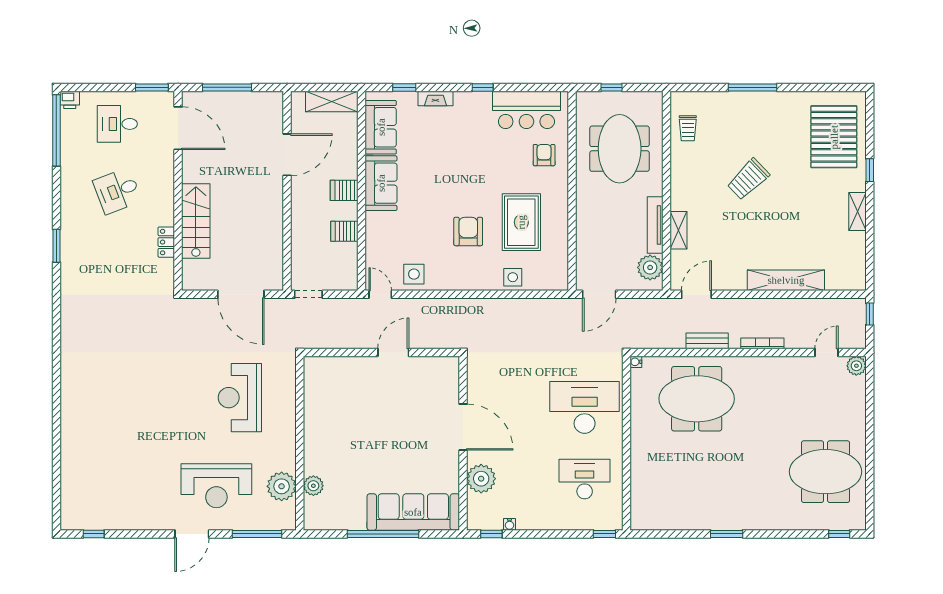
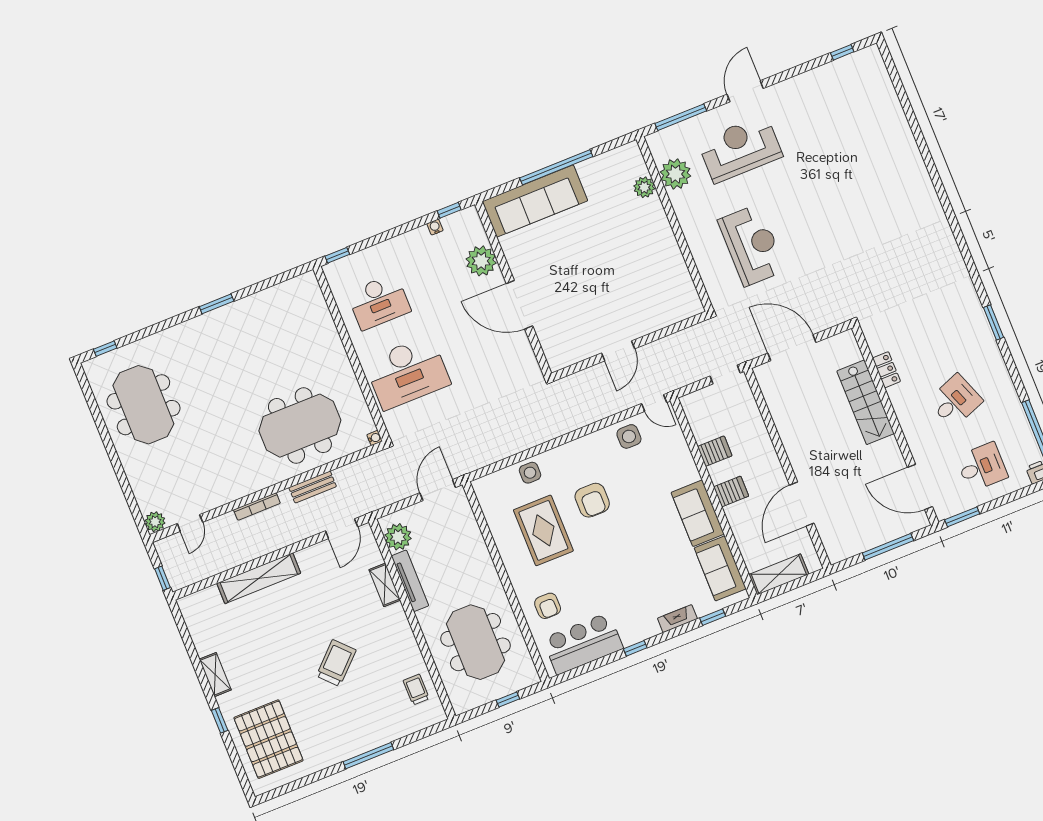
meeting table: (826, 472) -> (143, 405), turned 90

